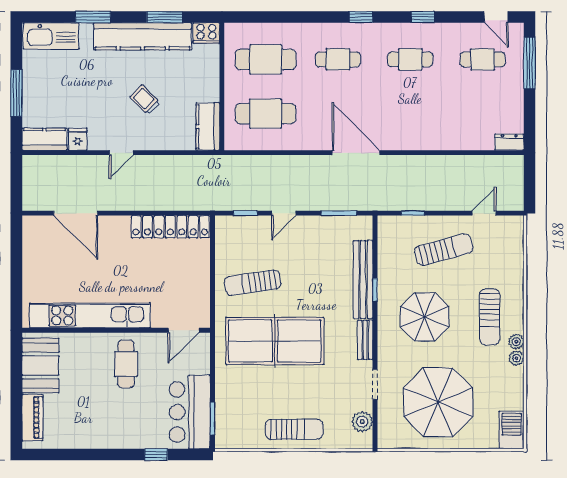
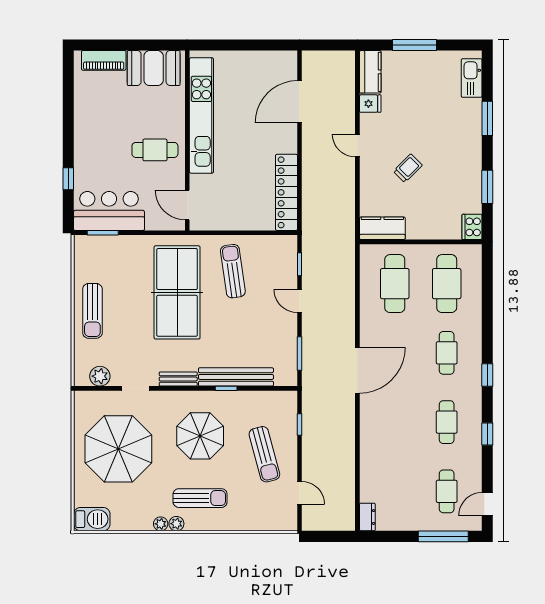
kitchen sink: (51, 36) -> (472, 78), width x0.73, depth x0.81
kitchen counter: (143, 36) -> (469, 166), removed
sun lounger: (490, 317) -> (200, 498), turned 180

